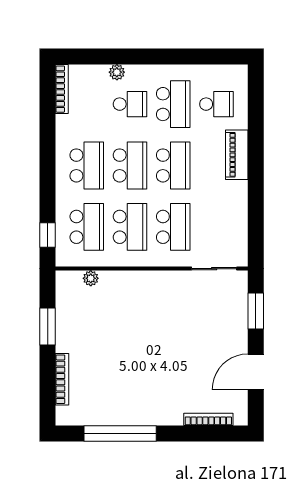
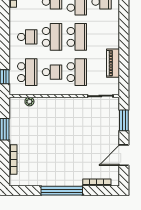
piano: (237, 155) -> (113, 63), moved
school desk: (87, 165) -> (27, 37), width x0.54
school desk: (130, 227) -> (52, 72), width x0.54
window: (120, 433) -> (62, 191), moved

